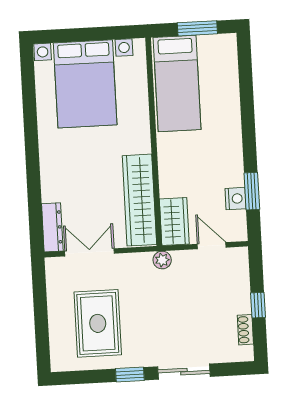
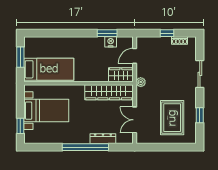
window: (66, 35) -> (20, 126), added
bed with nightstands: (85, 84) -> (46, 111), width x0.73
window: (33, 161) -> (85, 147), added
dresser: (52, 227) -> (103, 139), moved
rug: (98, 323) -> (172, 118), turned 90
window: (130, 375) -> (200, 115), moved

